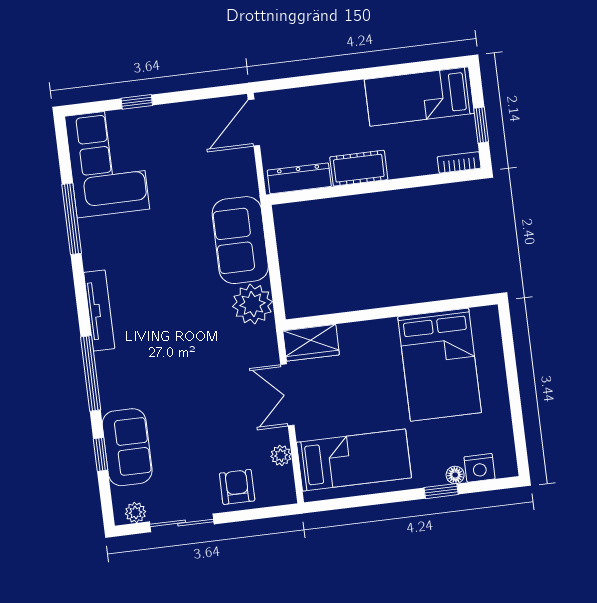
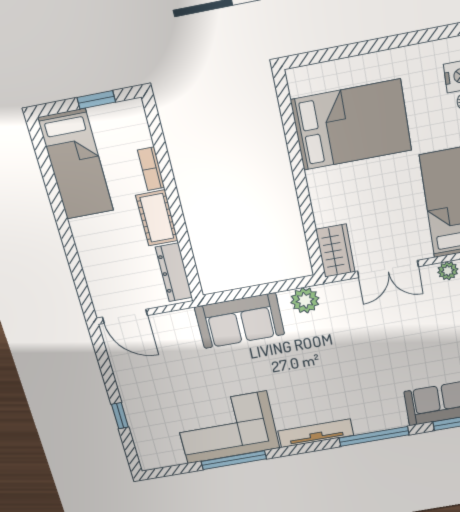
bookcase: (459, 162) -> (151, 169), moved
corner sofa: (107, 163) -> (227, 428), moved
plant: (252, 304) -> (305, 300), width x0.73, depth x0.73

